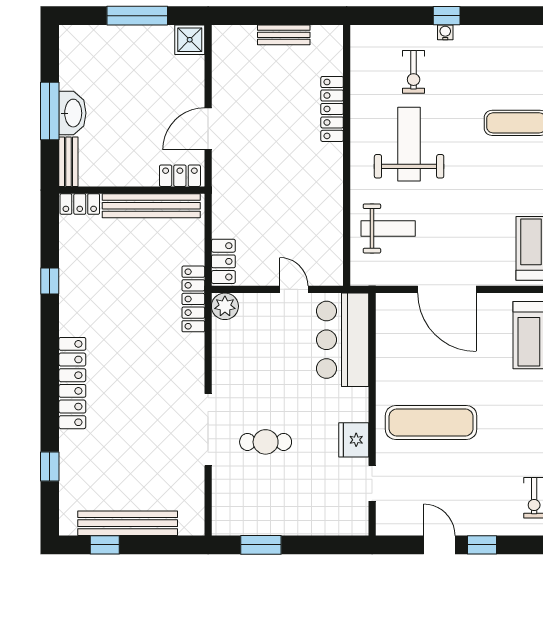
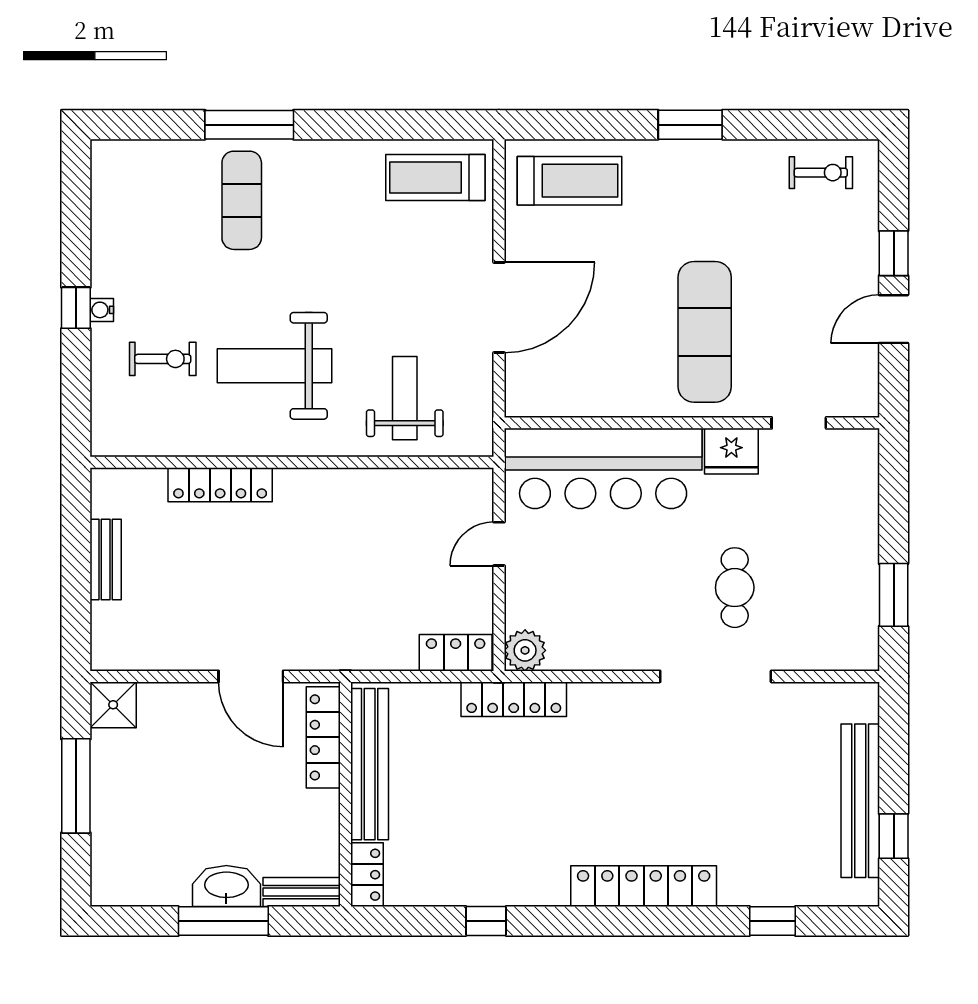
locker: (180, 176) -> (323, 737), width x1.53
bar counter: (343, 340) -> (603, 468), width x1.36

